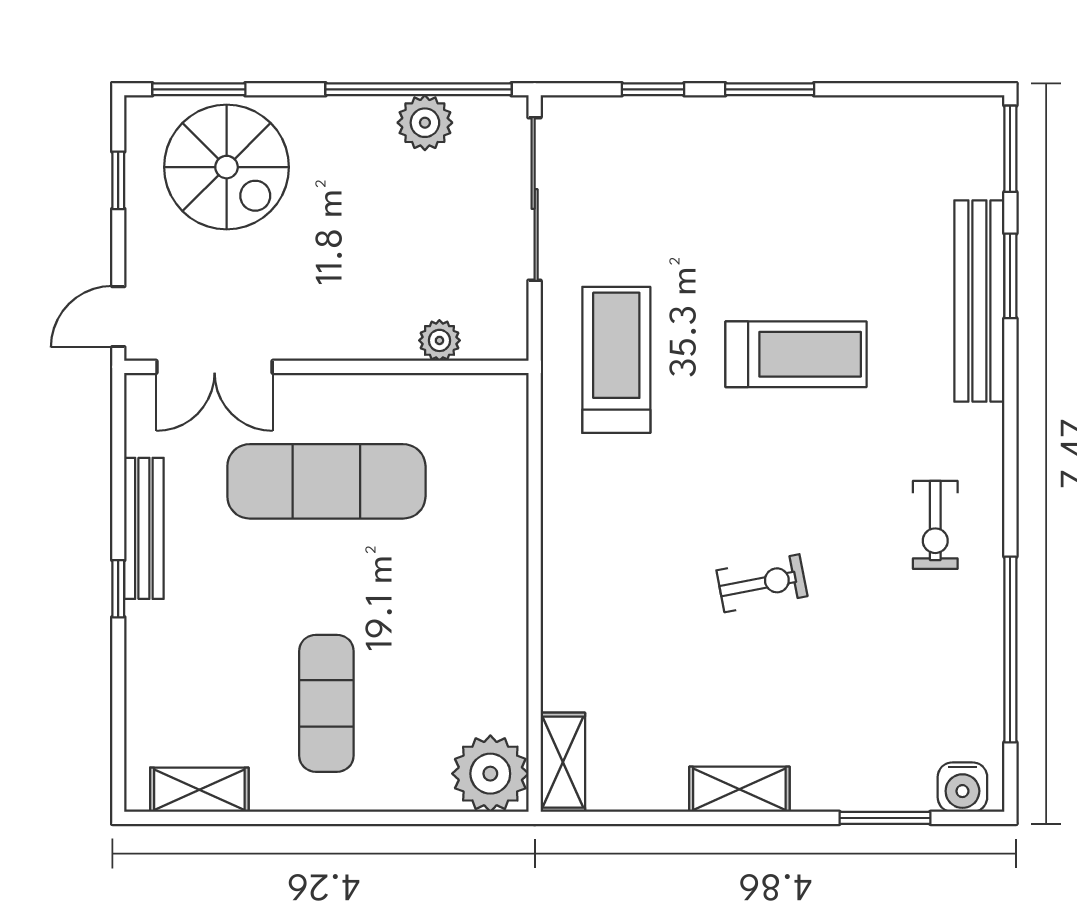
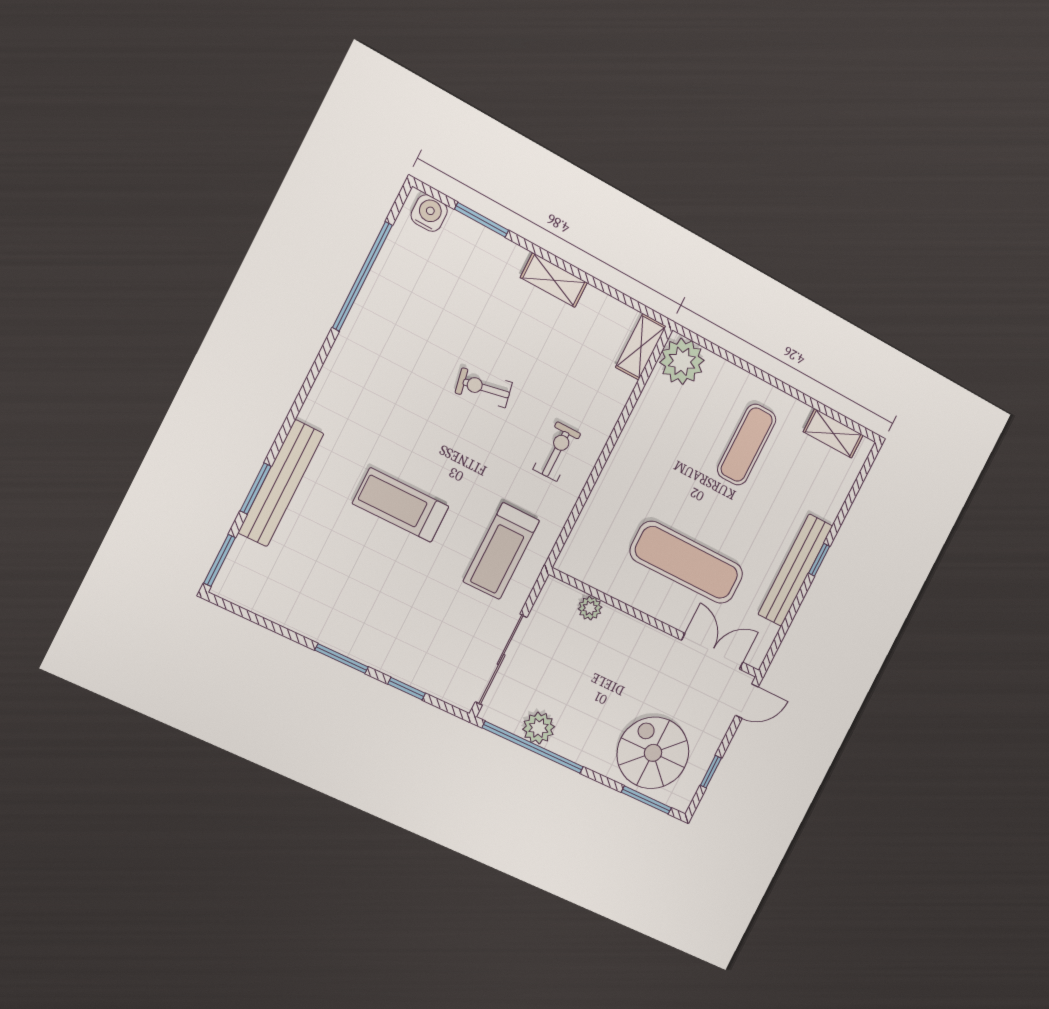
exercise bike: (935, 525) -> (557, 451), moved
bench: (144, 528) -> (795, 570), width x1.37, depth x1.21

